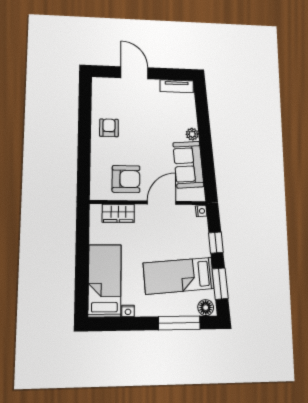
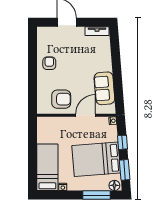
plant: (192, 134) -> (108, 66), removed
wardrobe: (118, 213) -> (56, 123), removed
bed: (179, 276) -> (96, 159), width x1.50

